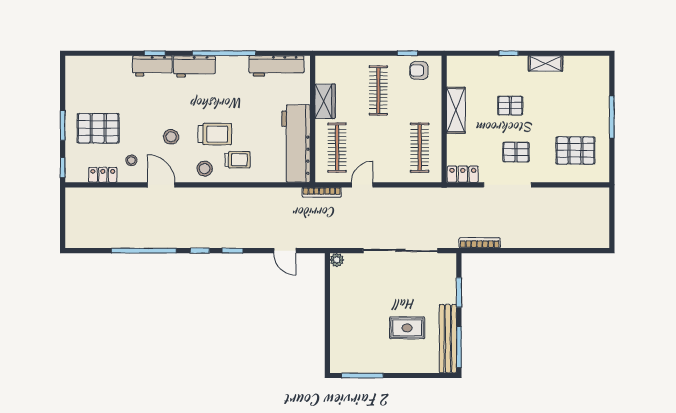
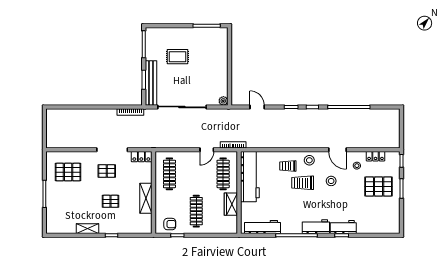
bench: (448, 339) -> (151, 83), moved

